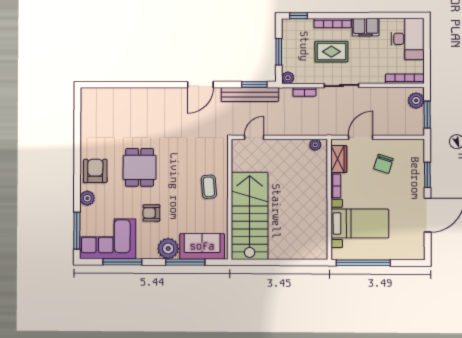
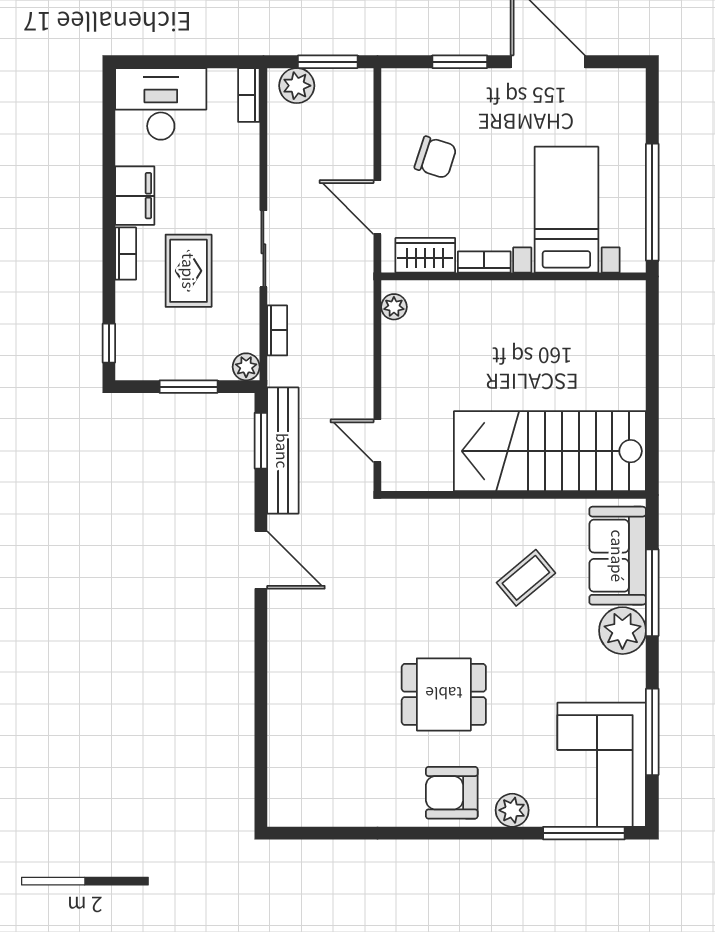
bookcase: (333, 23) -> (126, 254), width x0.64
bookcase: (405, 79) -> (249, 95), width x0.64
coffee table: (209, 187) -> (526, 578), moved, turned -35
armchair: (151, 213) -> (544, 668), removed

